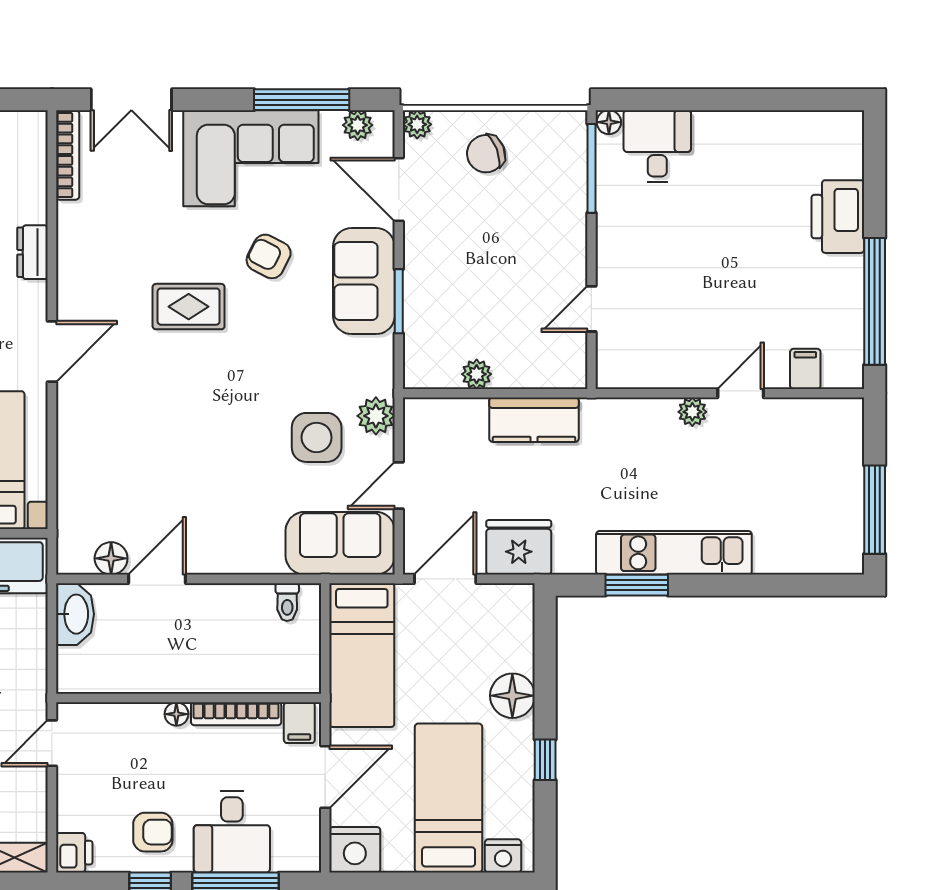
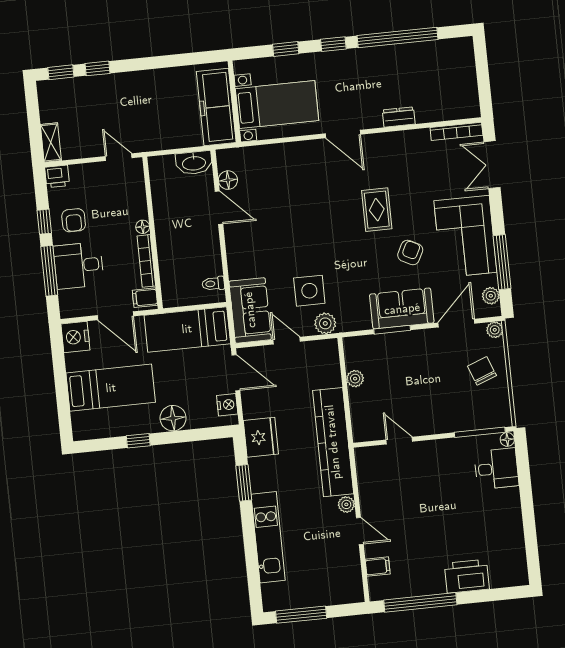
kitchen counter: (534, 420) -> (333, 442), width x2.08, depth x1.17
fridge: (519, 547) -> (261, 437), moved
kitchen unit: (674, 553) -> (268, 537), moved
nightstand: (503, 856) -> (227, 405), moved, turned 180

